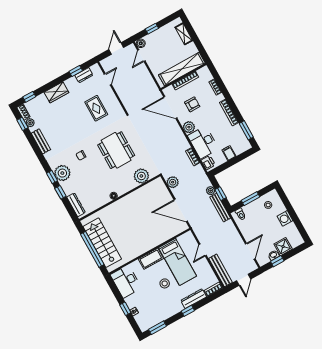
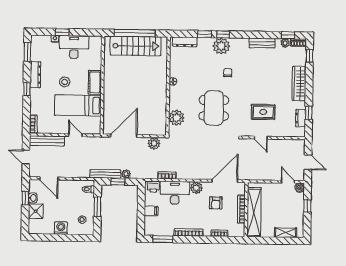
door: (108, 79) -> (261, 138), moved
wardrobe: (56, 92) -> (299, 83), width x1.50
dining table: (116, 150) -> (214, 108), turned 90
desk: (126, 281) -> (74, 47), moved
dresser: (194, 299) -> (35, 75), moved

